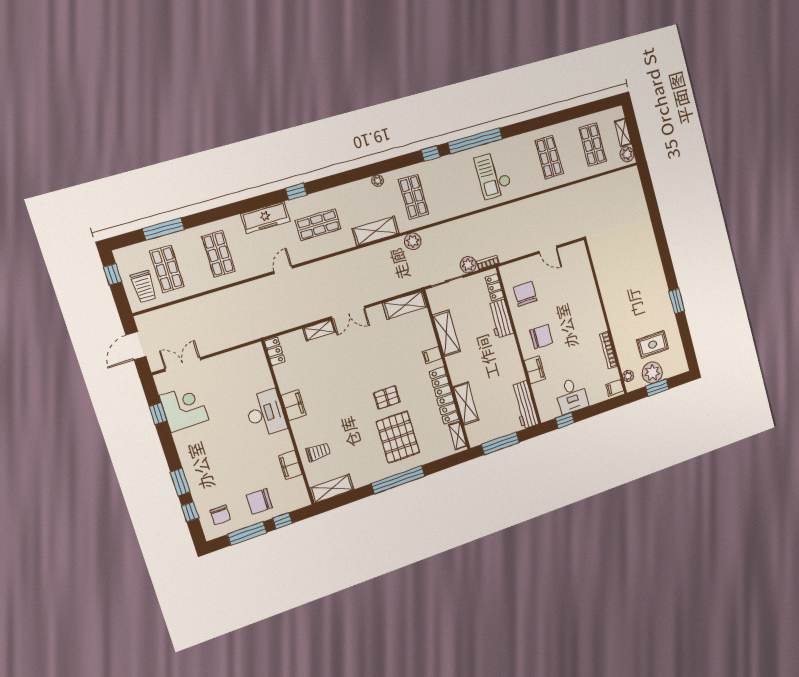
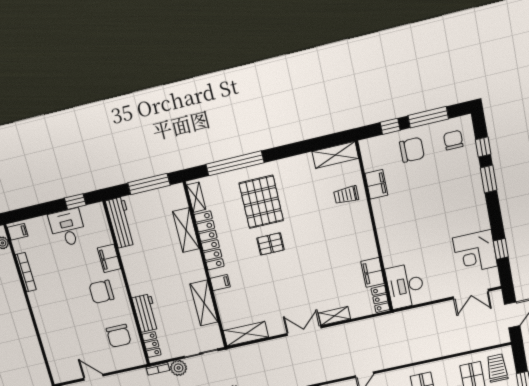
filing cabinet: (294, 405) -> (373, 272), moved
desk: (265, 413) -> (405, 286), moved
window: (398, 480) -> (235, 163), moved

